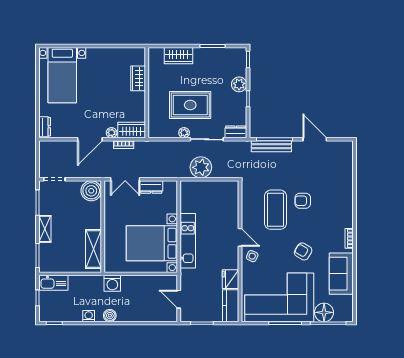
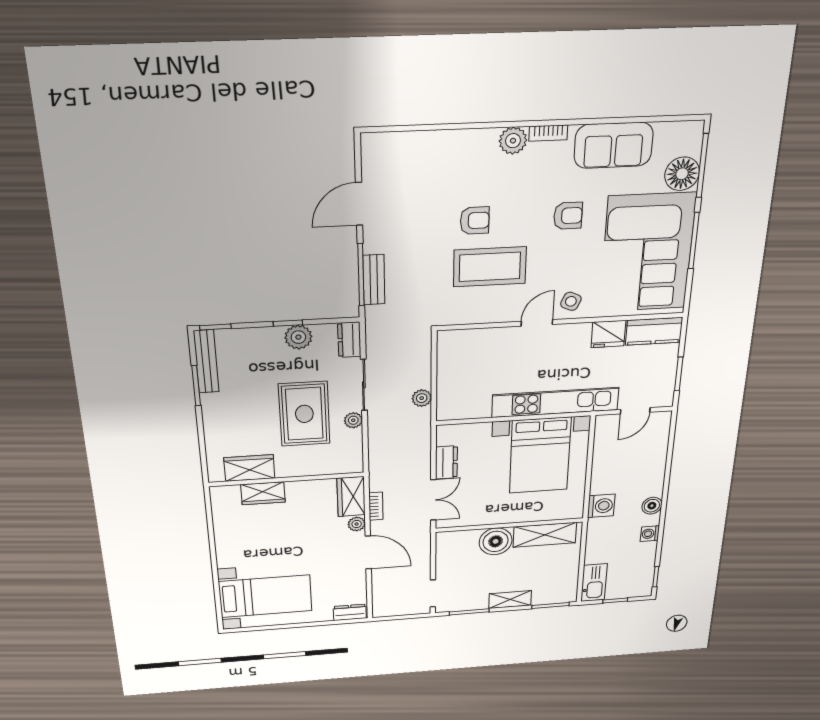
bench: (227, 53) -> (206, 362), added
wardrobe: (178, 56) -> (249, 468), moved, turned -90
plant: (239, 84) -> (298, 337), moved
bench: (271, 146) -> (374, 280), width x0.73
plant: (201, 167) -> (422, 398), width x0.53, depth x0.53
boiler: (91, 191) -> (496, 541), moved
armchair: (303, 201) -> (475, 221), turned -90
plant: (346, 220) -> (513, 141), added
kitchen unit: (188, 241) -> (555, 402), width x1.36
armchair: (303, 251) -> (568, 216), turned -121

